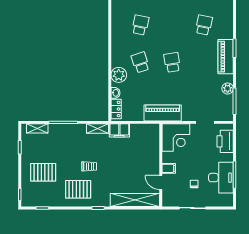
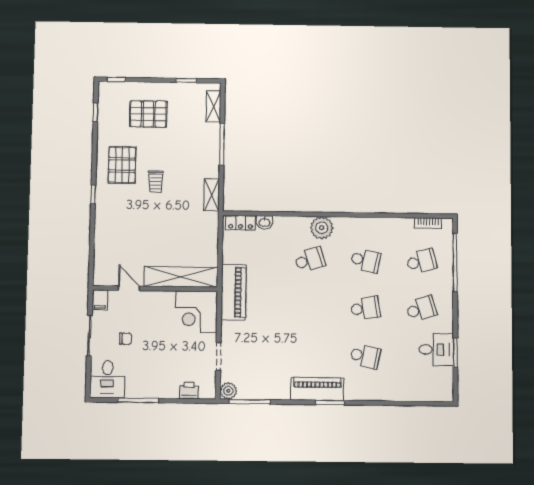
school desk: (172, 62) -> (365, 308), moved
plant: (119, 75) -> (322, 228), moved
plant: (228, 88) -> (228, 391), moved
filing cabinet: (119, 130) -> (209, 227), removed
printer: (225, 141) -> (189, 391), width x0.53, depth x0.68
filing cabinet: (169, 168) -> (100, 300), moved
pallet: (43, 172) -> (148, 114), turned 90
desk: (221, 178) -> (107, 379), moved, width x0.73
door: (161, 183) -> (129, 288), hinge flipped
shelving: (135, 200) -> (181, 277), moved, turned 90

